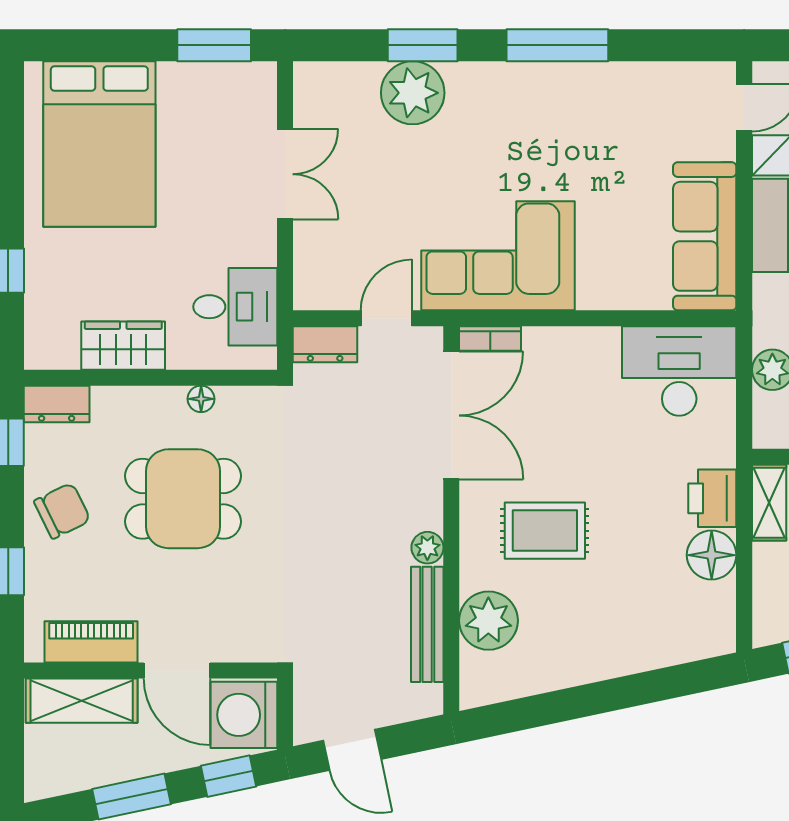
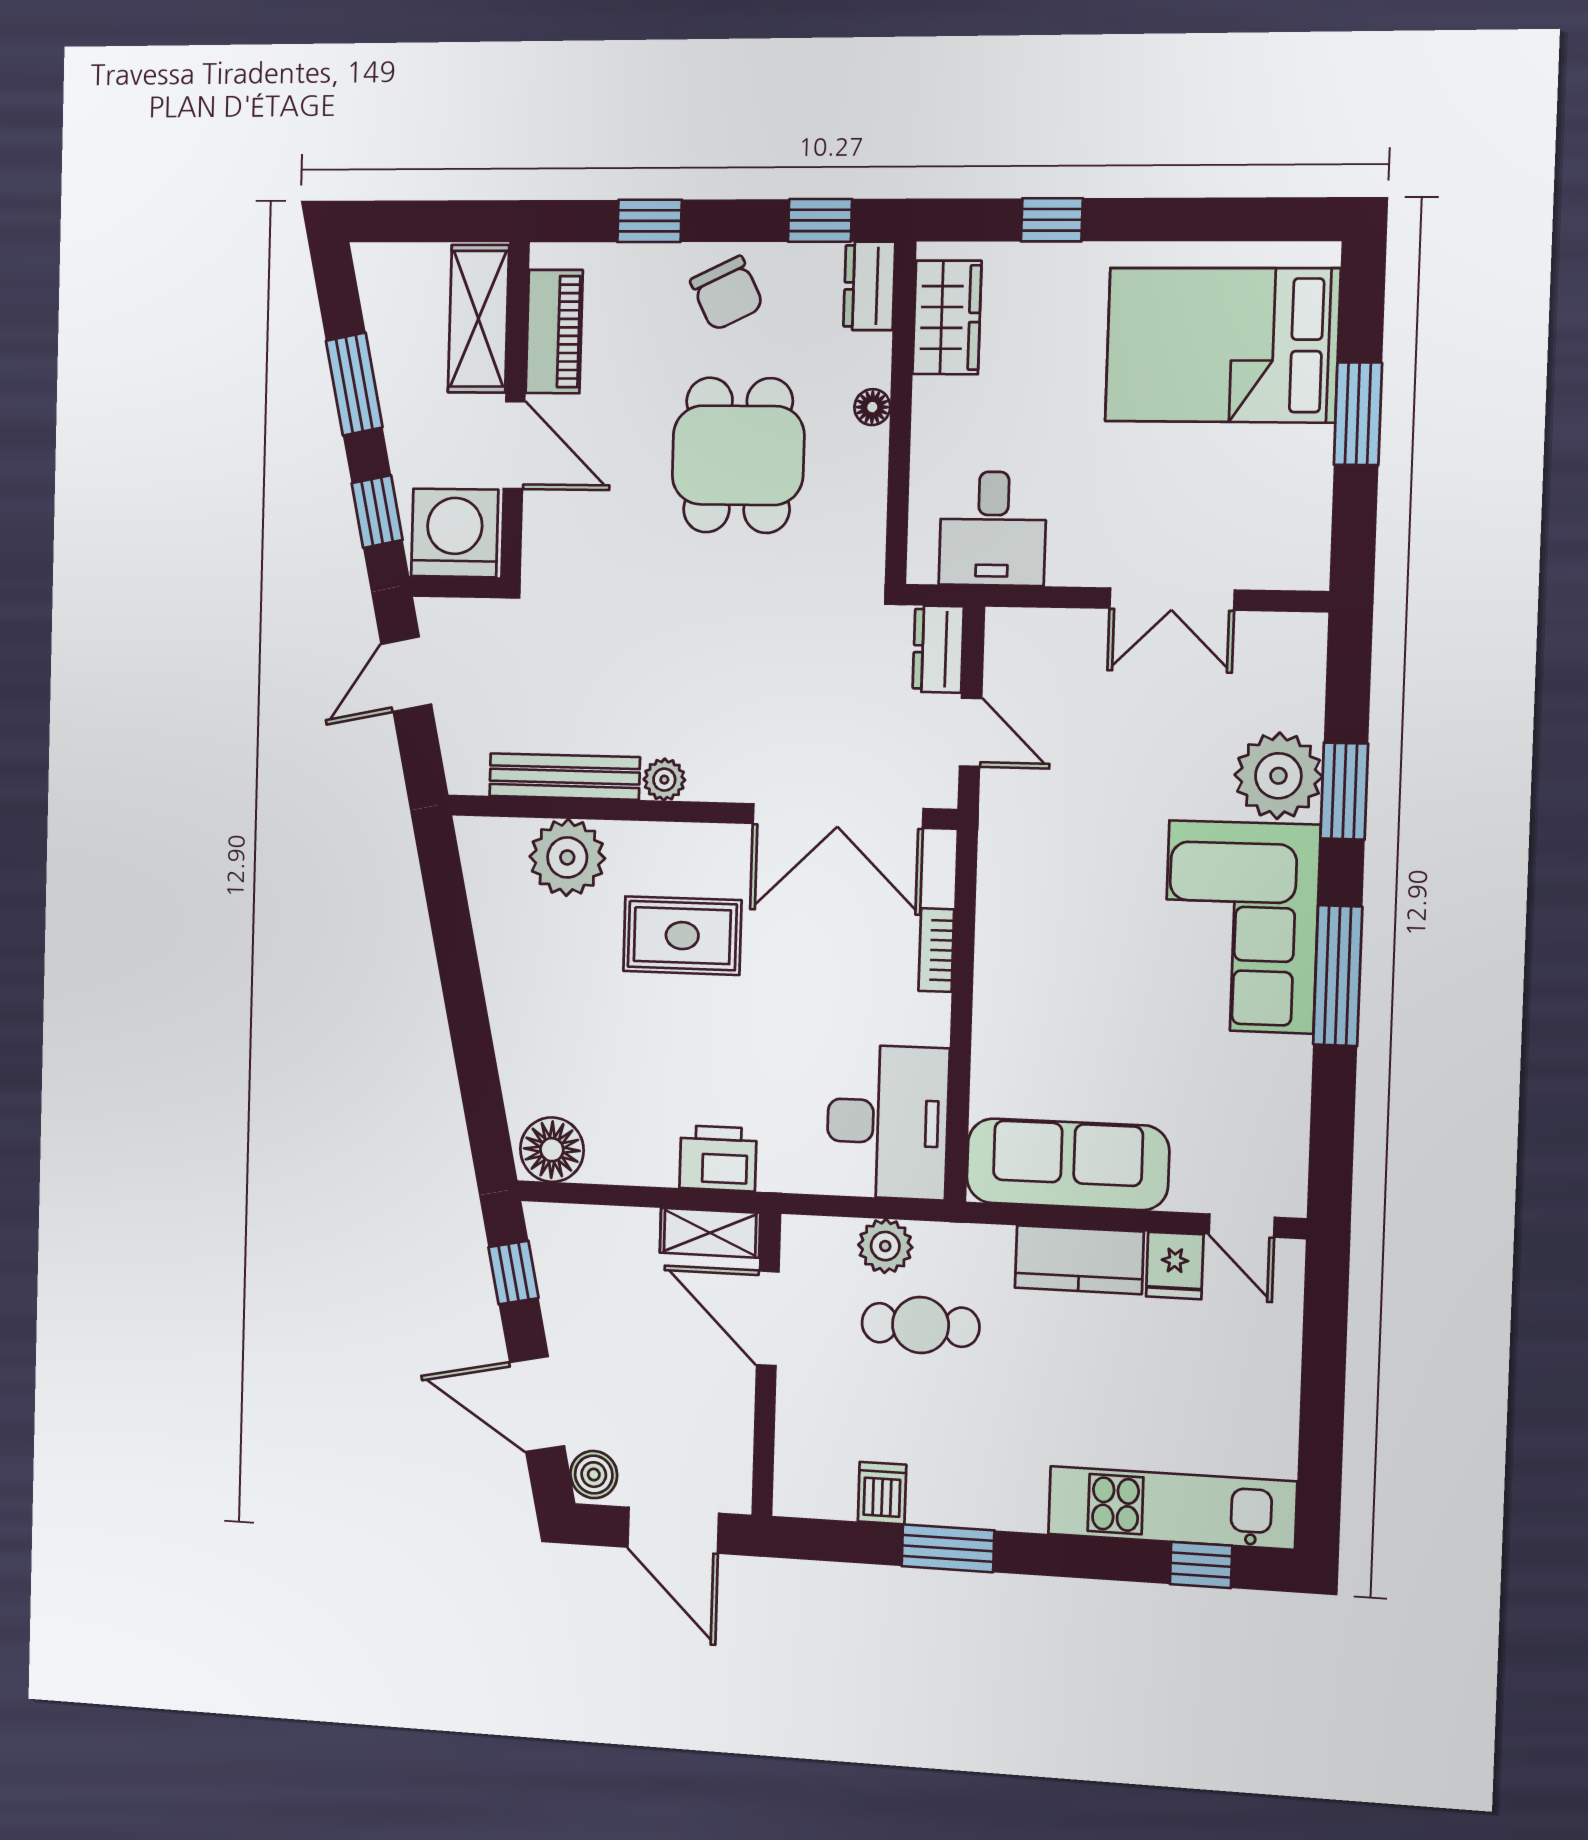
window: (214, 45) -> (1358, 414), moved
corner sofa: (498, 256) -> (1241, 927), moved, turned 180
bookcase: (490, 339) -> (936, 950), moved
wardrobe: (123, 346) -> (947, 317), moved
floor lamp: (201, 399) -> (872, 407), moved
rug: (545, 531) -> (682, 936), turned 90
floor lamp: (712, 555) -> (552, 1150), moved
door: (177, 671) -> (514, 445), swing flipped

